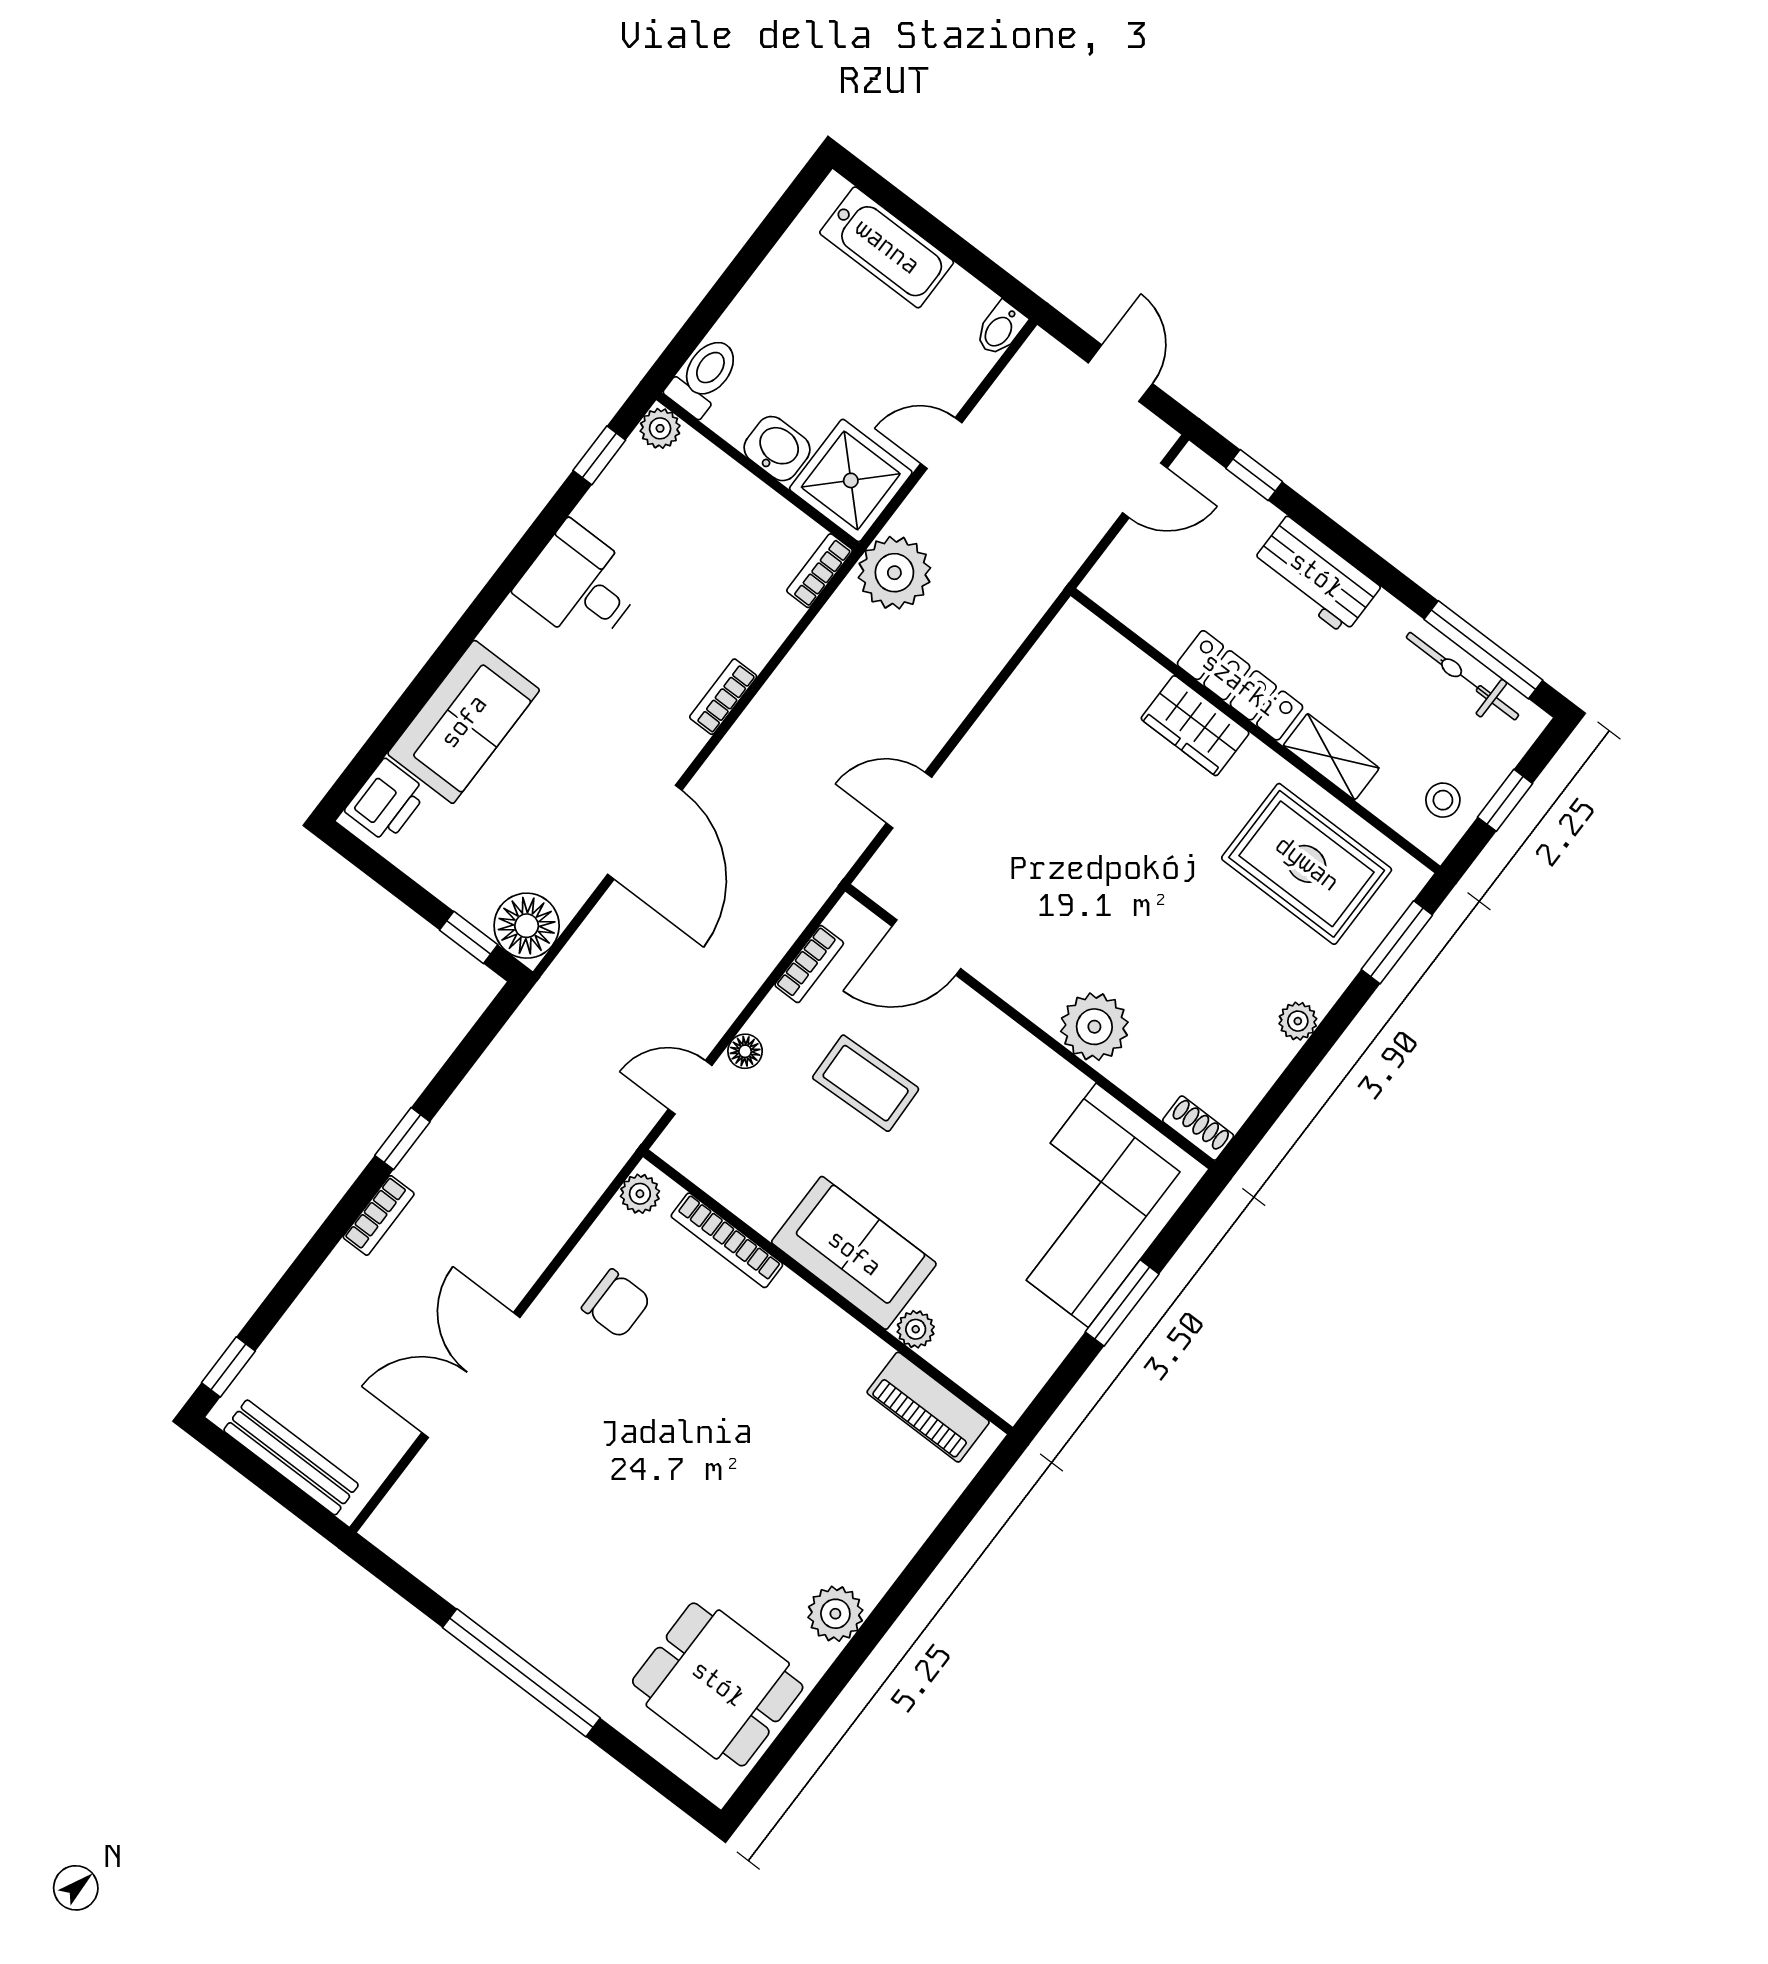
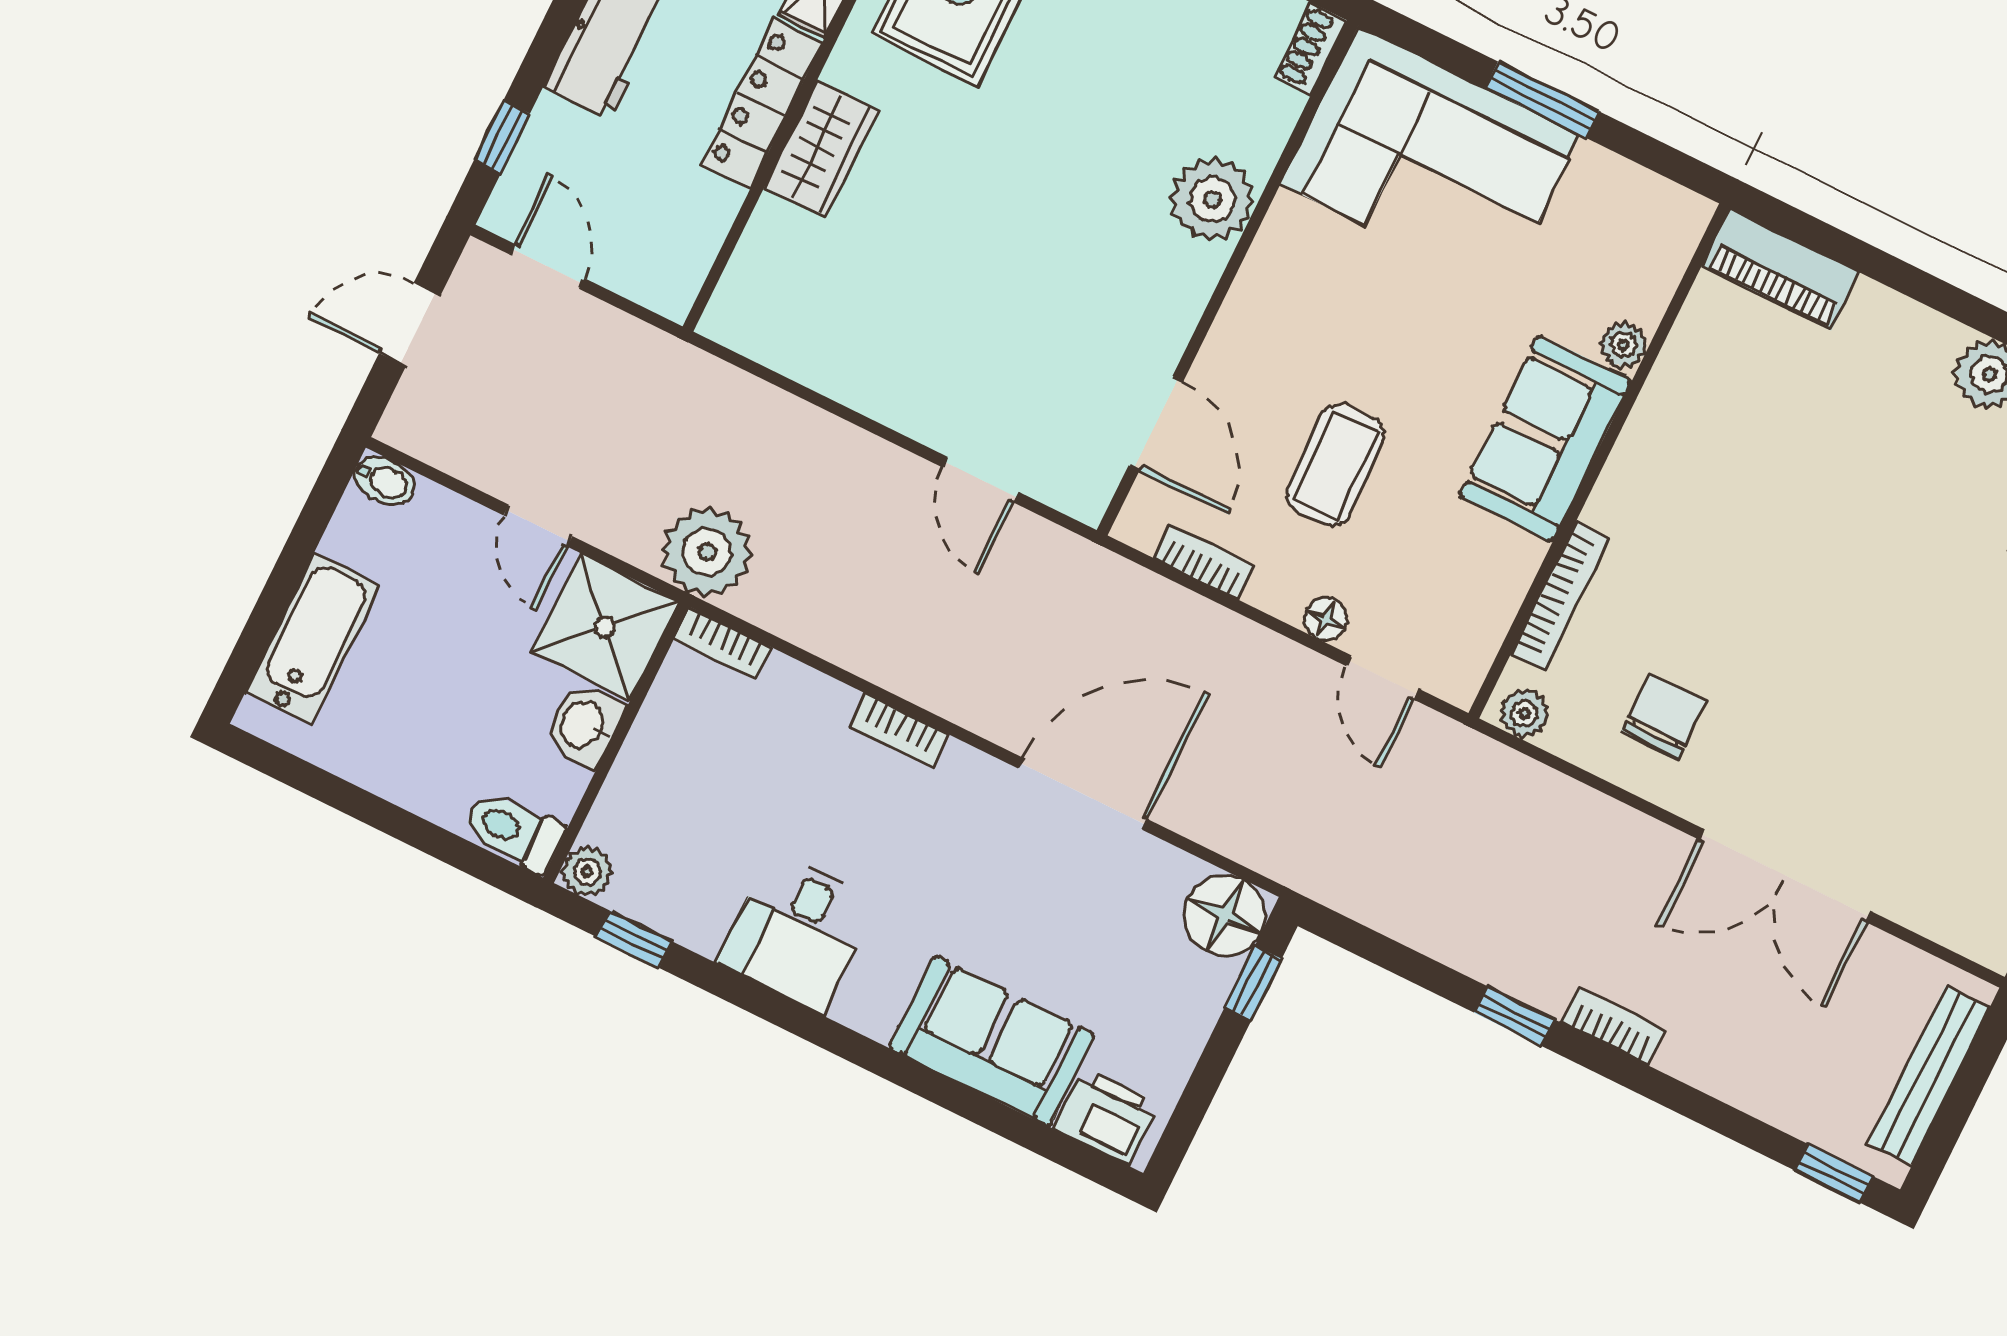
piano: (928, 1407) -> (1781, 270), moved, turned 90

